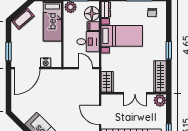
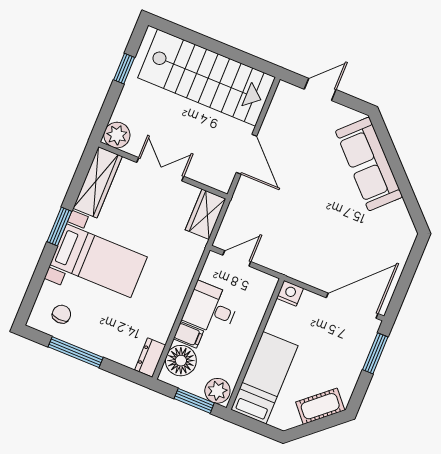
bed with nightstands: (122, 36) -> (99, 261), moved, turned 180
nightstand: (46, 62) -> (290, 293), moved
door: (86, 68) -> (237, 258), swing flipped

